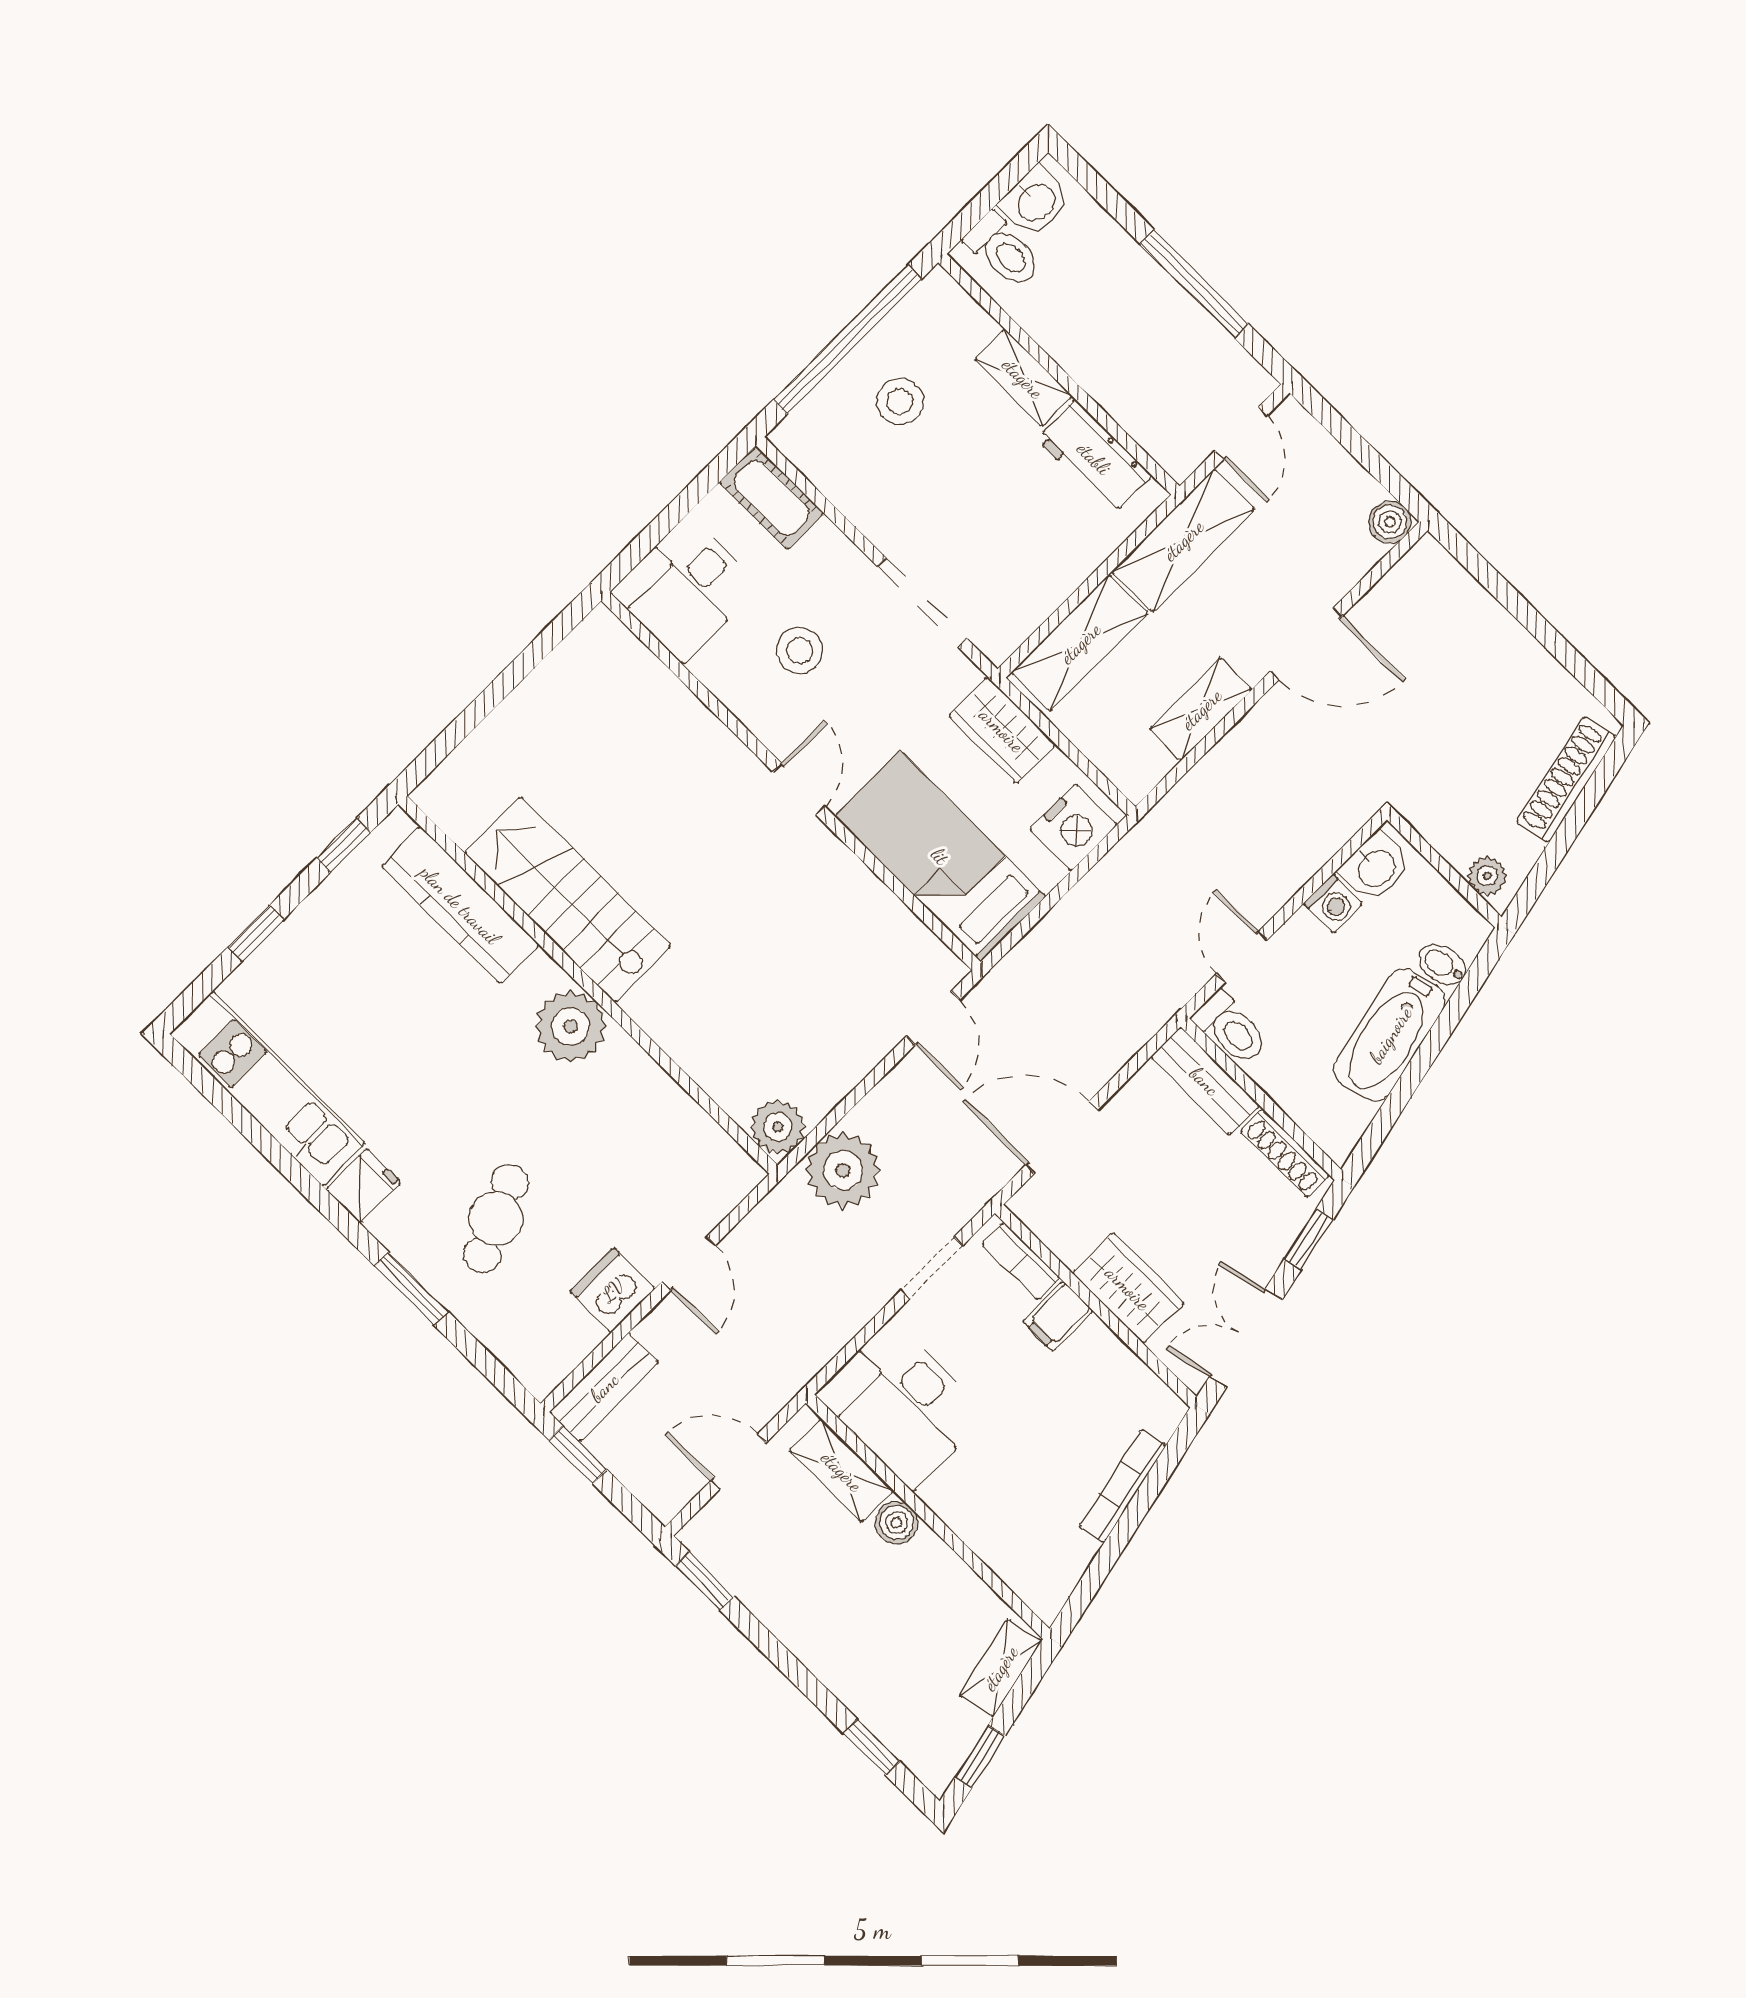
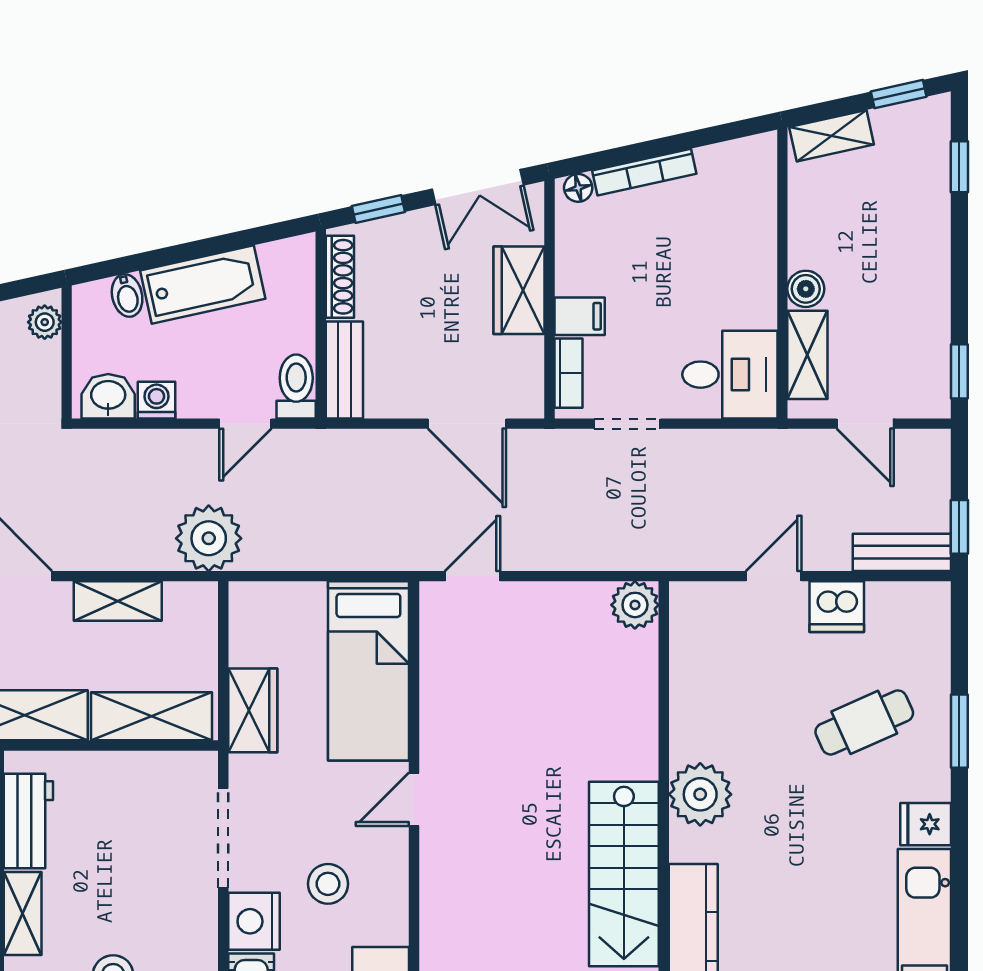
nightstand: (1073, 827) -> (254, 921), moved, turned -90
plant: (843, 1170) -> (209, 538), moved
desk: (902, 1405) -> (730, 375), width x0.73
floor lamp: (1164, 1419) -> (578, 188), added

